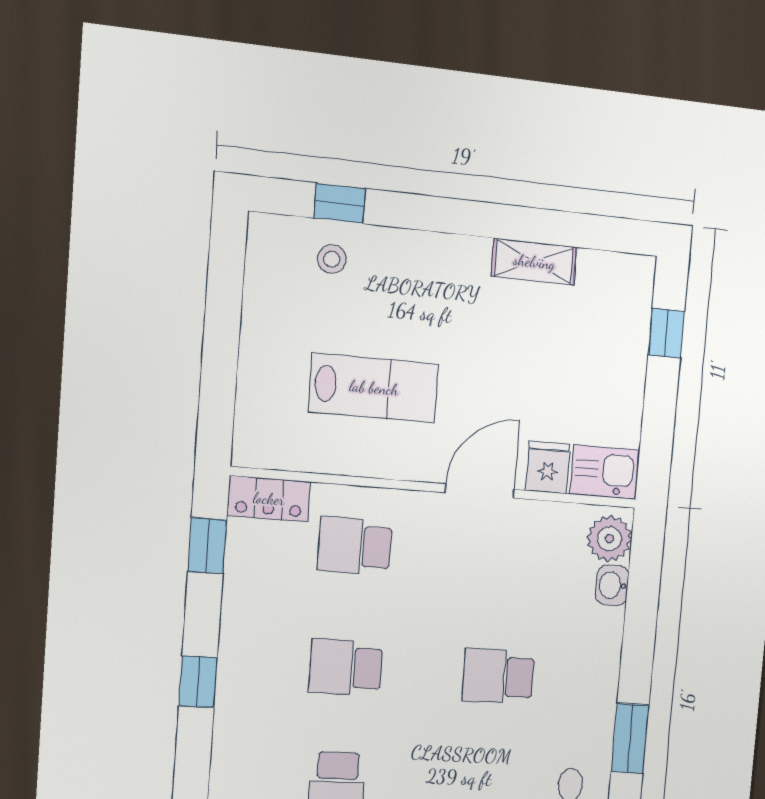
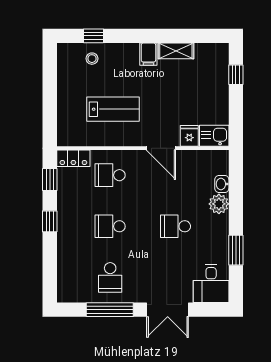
filing cabinet: (469, 263) -> (148, 54), added
door: (480, 491) -> (161, 148), swing flipped
plant: (609, 539) -> (219, 204), moved
window: (198, 682) -> (50, 221), moved

